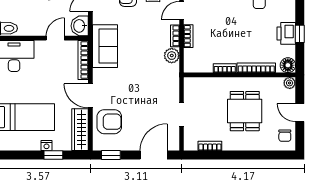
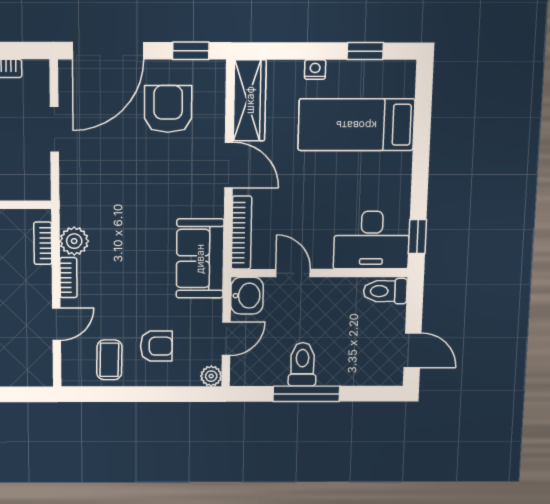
bookcase: (188, 36) -> (43, 243), moved
door: (55, 38) -> (293, 273), swing flipped
armchair: (109, 122) -> (168, 109), moved, turned 90
window: (53, 155) -> (365, 51), moved
door: (154, 155) -> (108, 51), width x1.36

